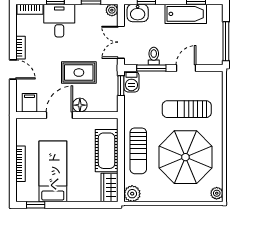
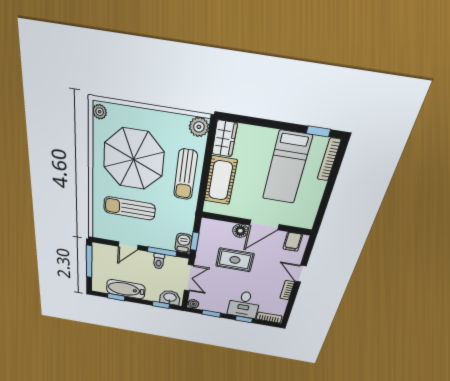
sun lounger: (187, 109) -> (129, 208), turned 180
sun lounger: (138, 151) -> (185, 175), turned 180
bookcase: (21, 164) -> (329, 160), moved

